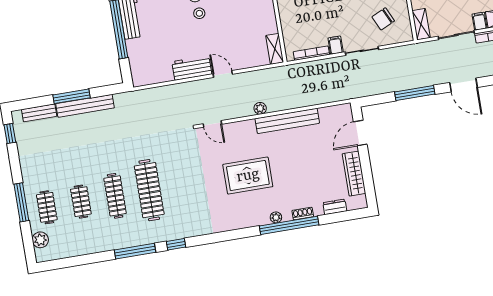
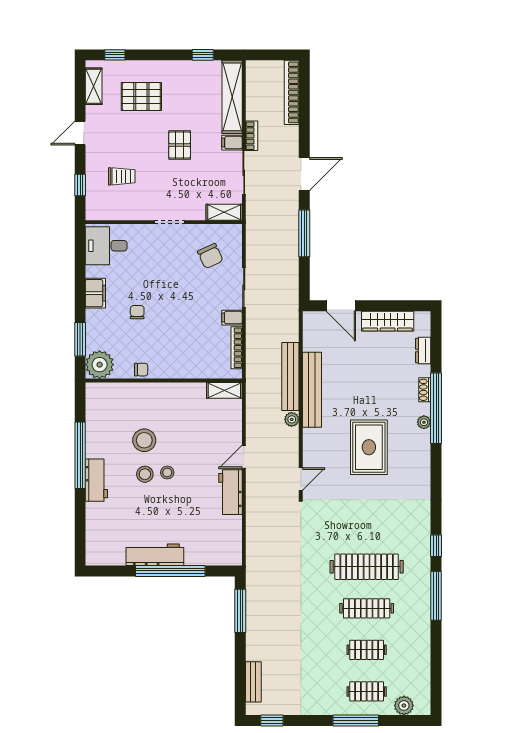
window: (72, 96) -> (240, 611), moved
bench: (85, 106) -> (290, 376), moved

